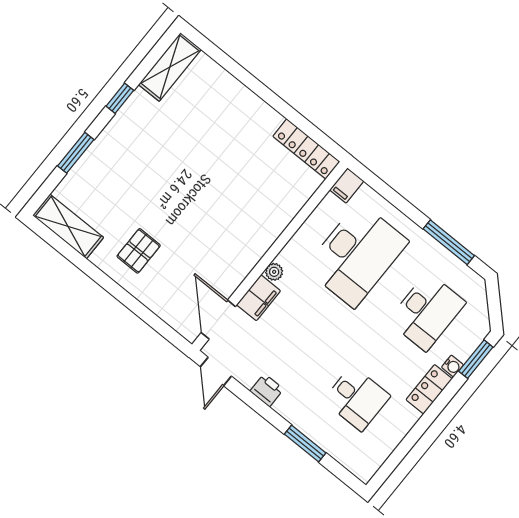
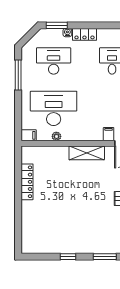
shelving: (170, 67) -> (87, 153), moved
locker: (306, 149) -> (27, 182), moved
plant: (274, 272) -> (56, 136), moved
filing cabinet: (259, 298) -> (109, 134), width x0.50

